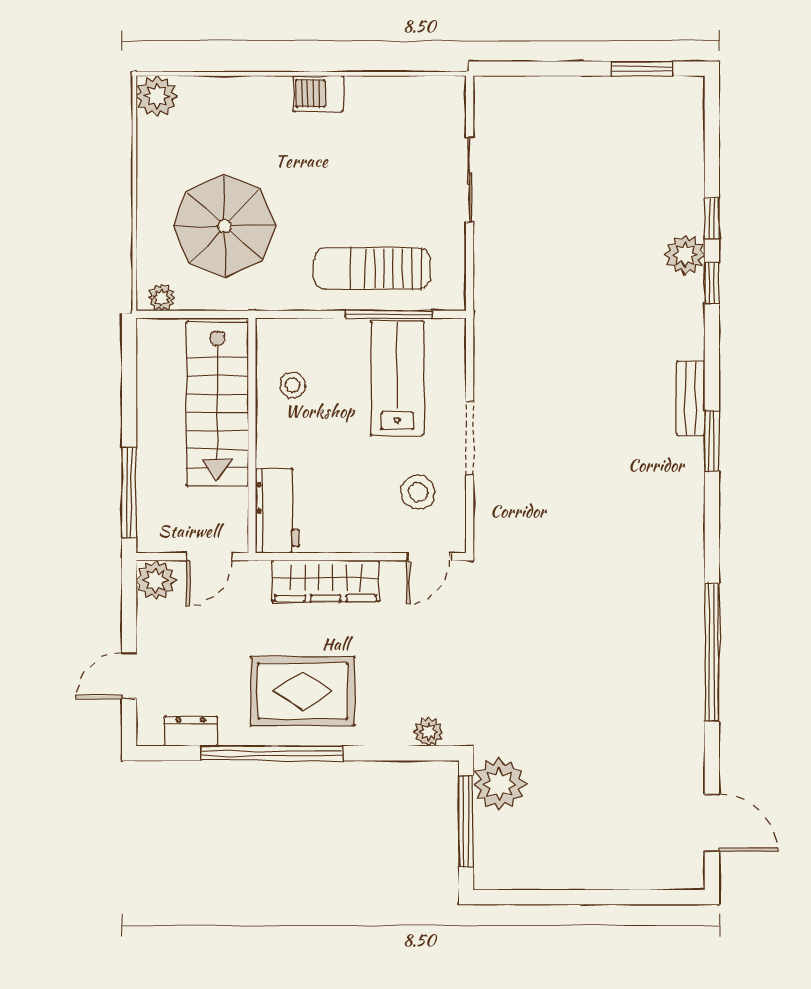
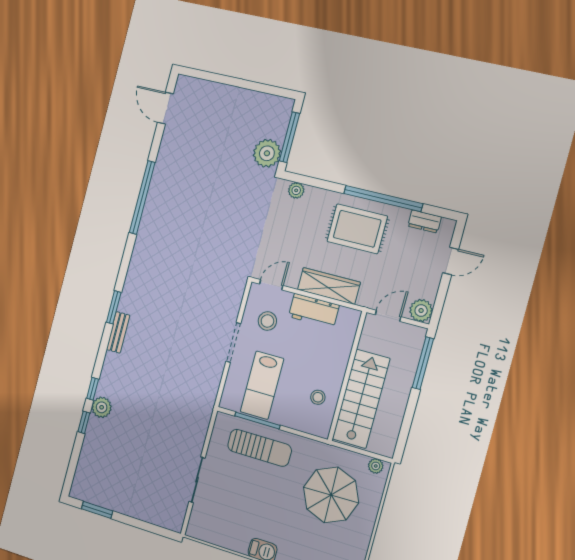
workbench: (277, 511) -> (314, 311), moved, turned -90

